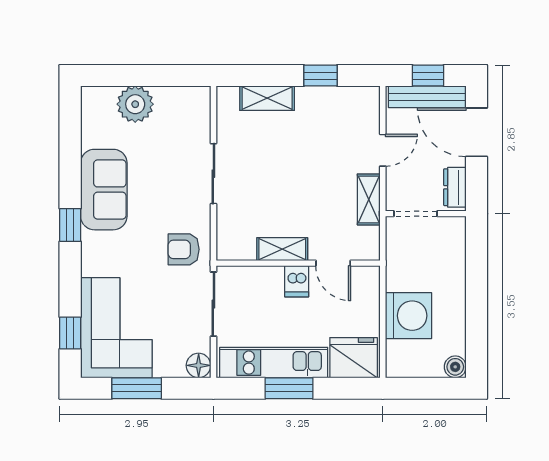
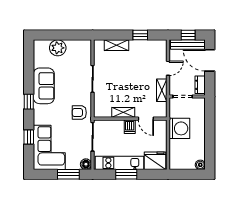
washing machine: (408, 316) -> (179, 128), moved
window: (70, 333) -> (29, 137), moved
window: (137, 388) -> (68, 174), moved

